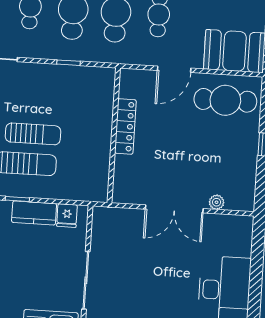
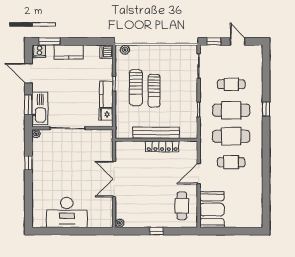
door: (174, 69) -> (199, 174), hinge flipped
cafe table: (225, 100) -> (182, 206), width x0.73, depth x0.74
bench: (103, 135) -> (156, 133), added
plant: (217, 202) -> (120, 223), moved

